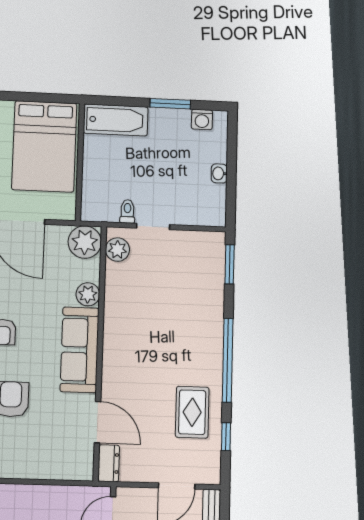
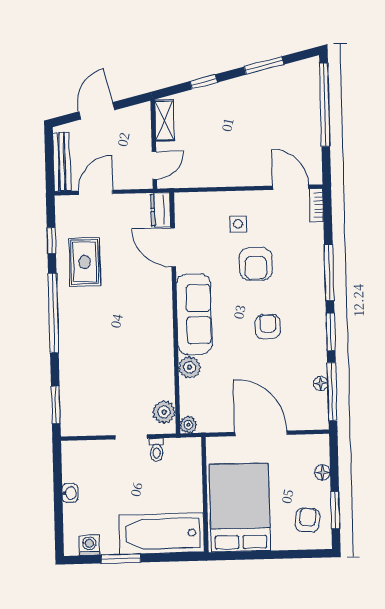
bathtub: (116, 120) -> (162, 534), width x1.36, depth x1.36
plant: (85, 242) -> (188, 425), width x0.53, depth x0.53
side table: (27, 443) -> (238, 224), added

